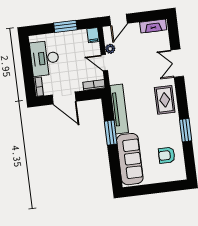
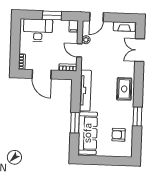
desk: (45, 58) -> (38, 30), moved, turned 90
double door: (177, 63) -> (140, 50), moved
window: (111, 133) -> (75, 123), moved

